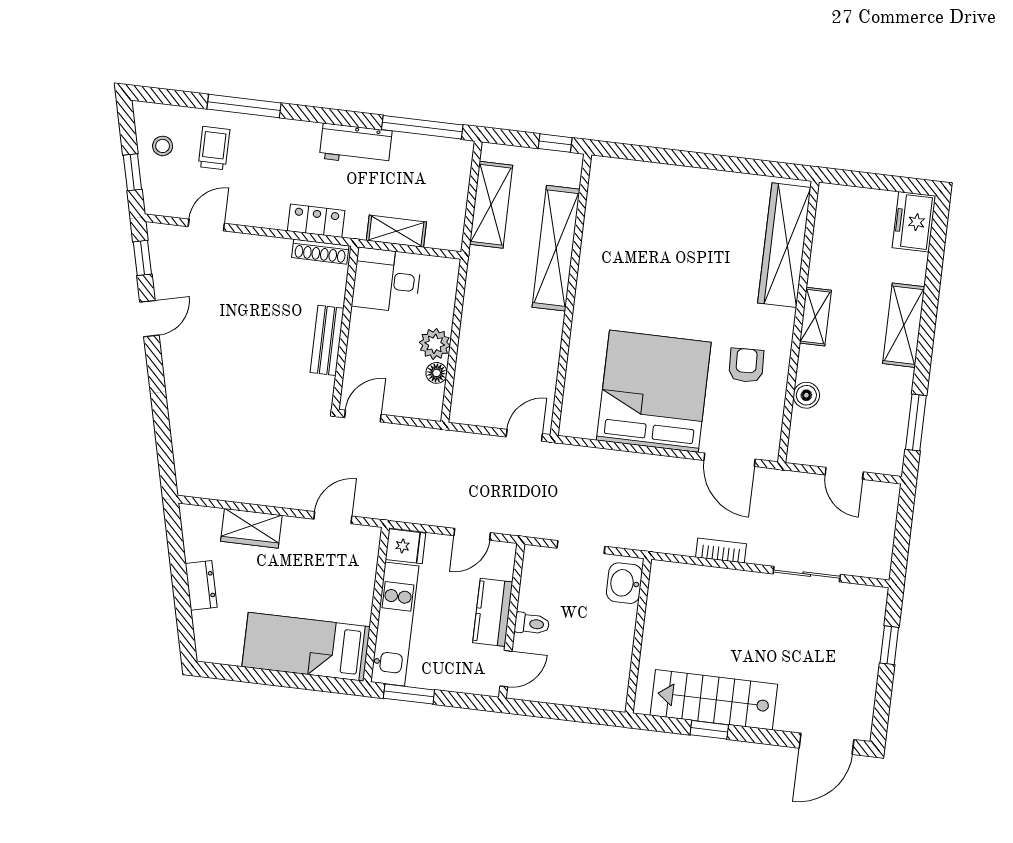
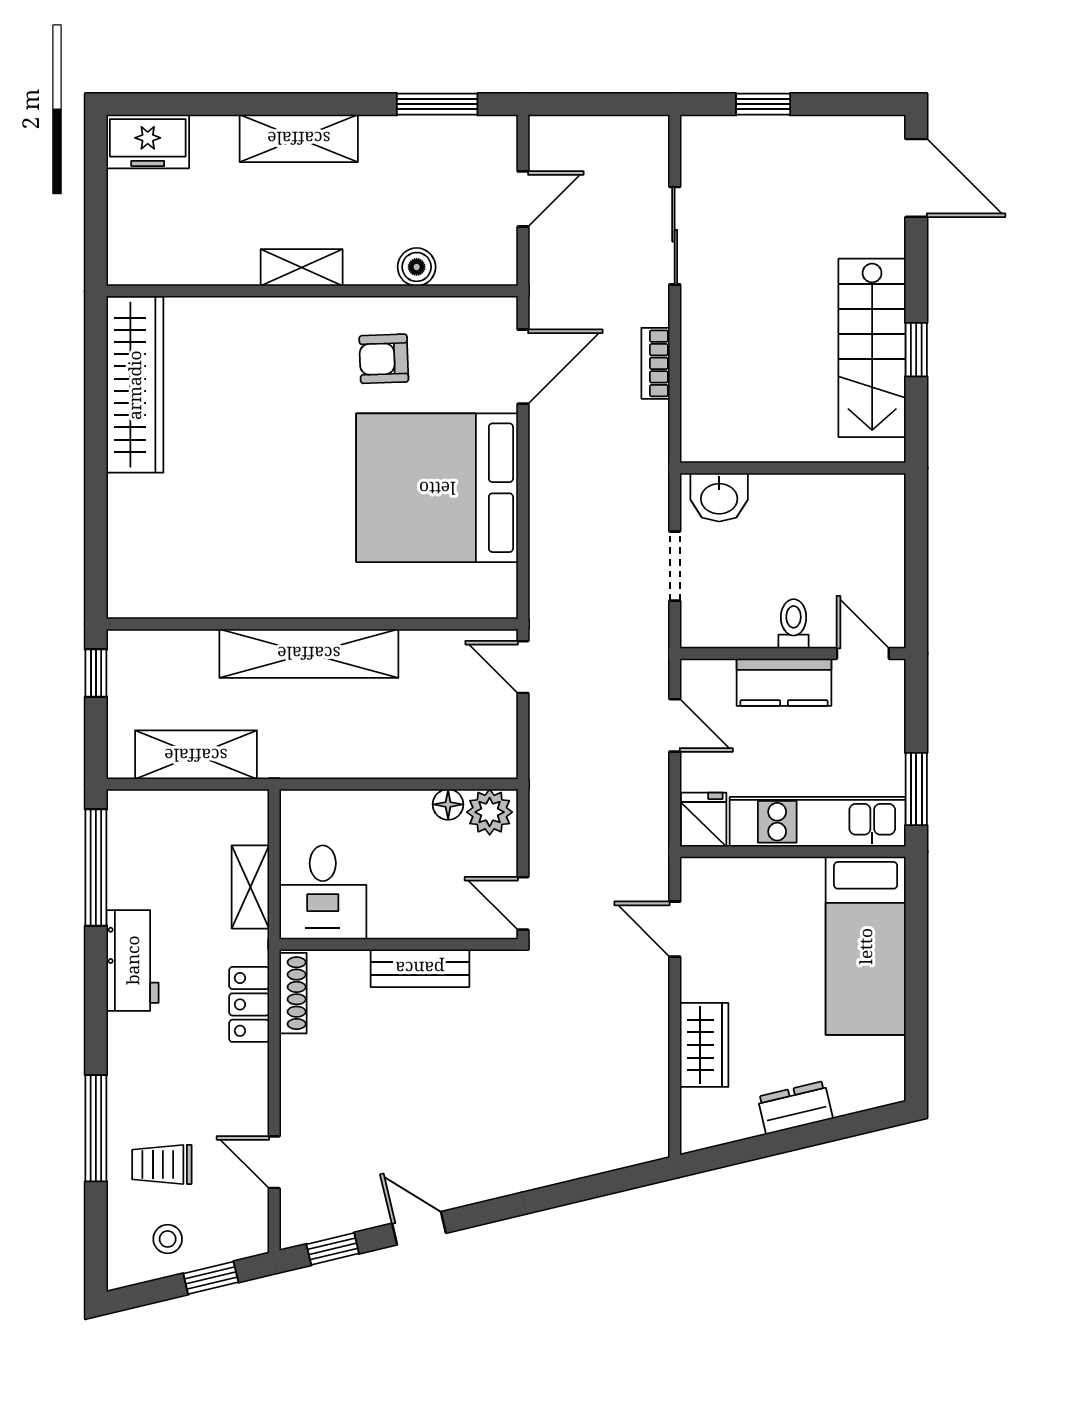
wardrobe: (784, 245) -> (135, 385), moved, turned -90
shelving: (556, 248) -> (309, 653), moved
plant: (435, 344) -> (490, 812), moved

